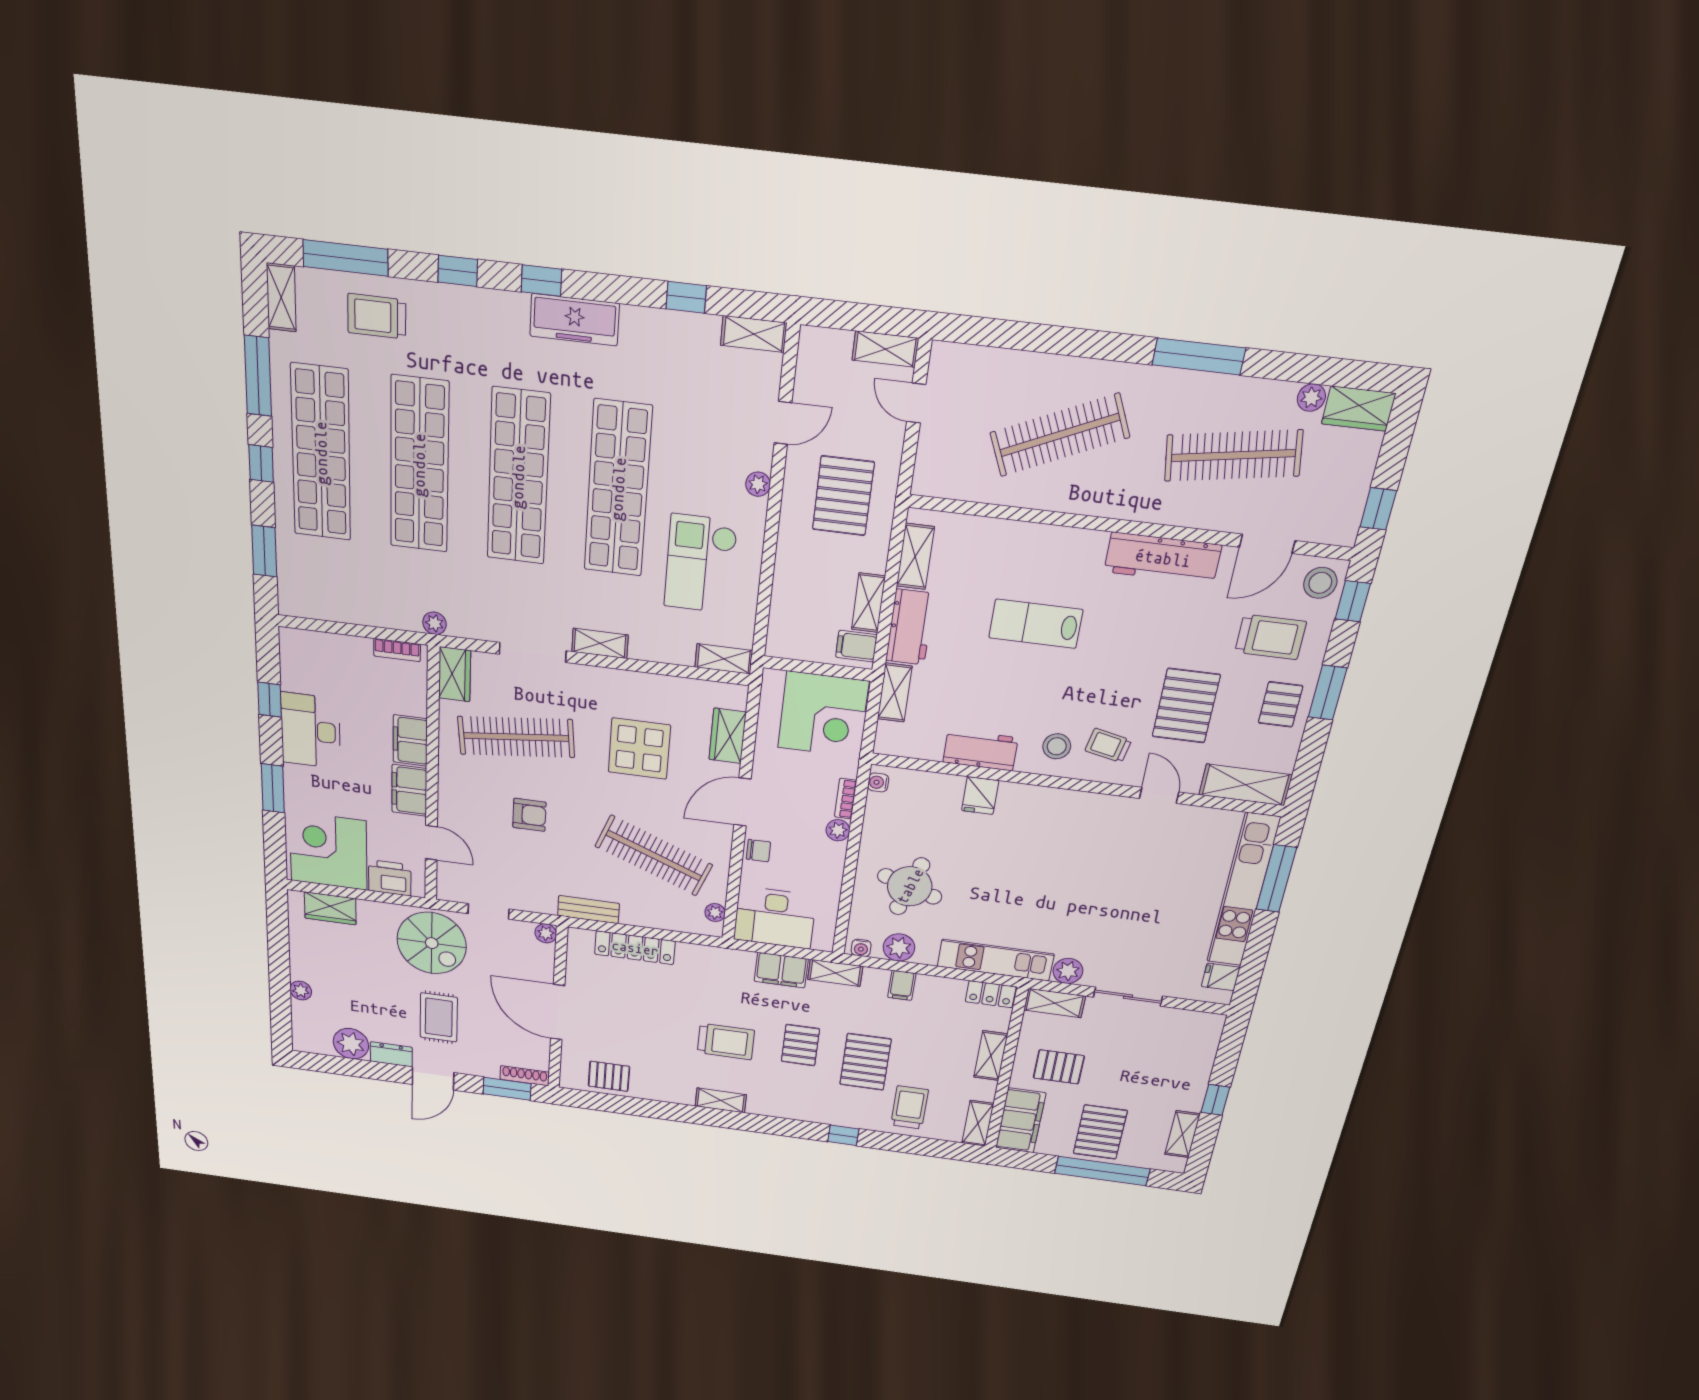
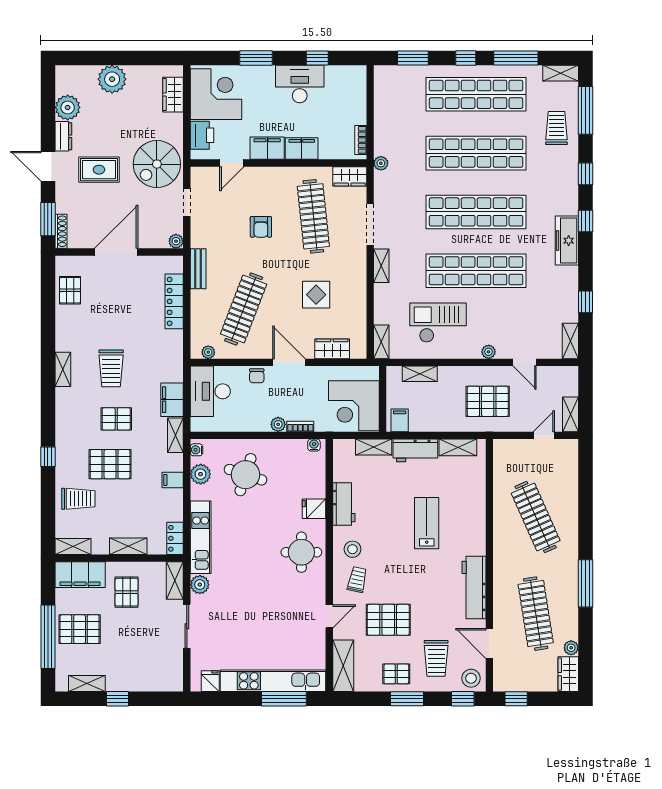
shelving: (868, 603) -> (420, 374), moved
display table: (639, 749) -> (316, 295), width x0.73, depth x0.73
round table: (1047, 823) -> (301, 552), added
plant: (301, 991) -> (112, 79), width x1.87, depth x1.87

